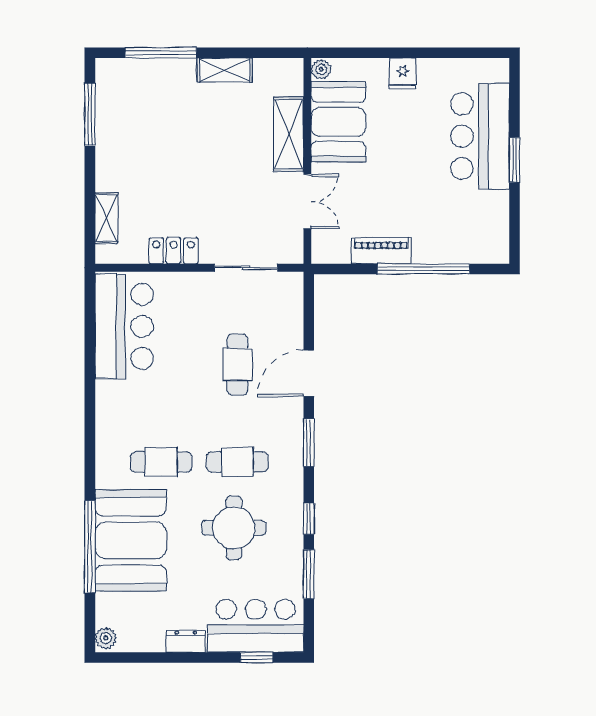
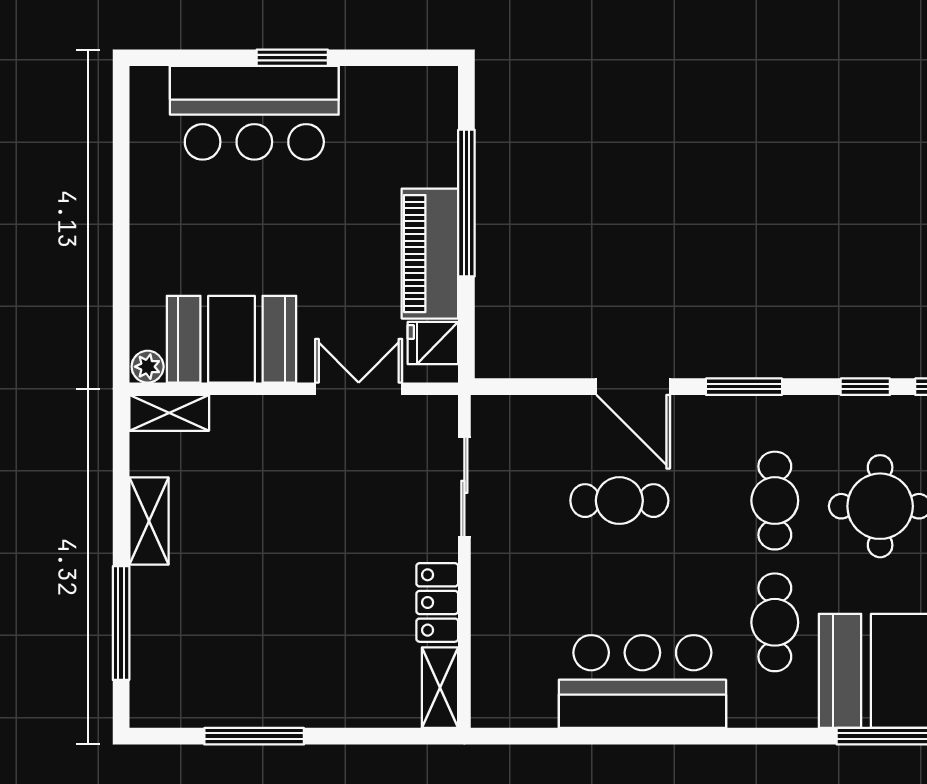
fridge: (403, 74) -> (433, 343), moved, turned 180
window: (90, 114) -> (254, 736), moved
shelving: (289, 134) -> (169, 413), moved, width x0.67, depth x0.75
shelving: (106, 218) -> (440, 688), moved, turned 90
piano: (381, 250) -> (430, 254), width x1.37, depth x1.33
bar counter: (124, 326) -> (642, 681), moved

